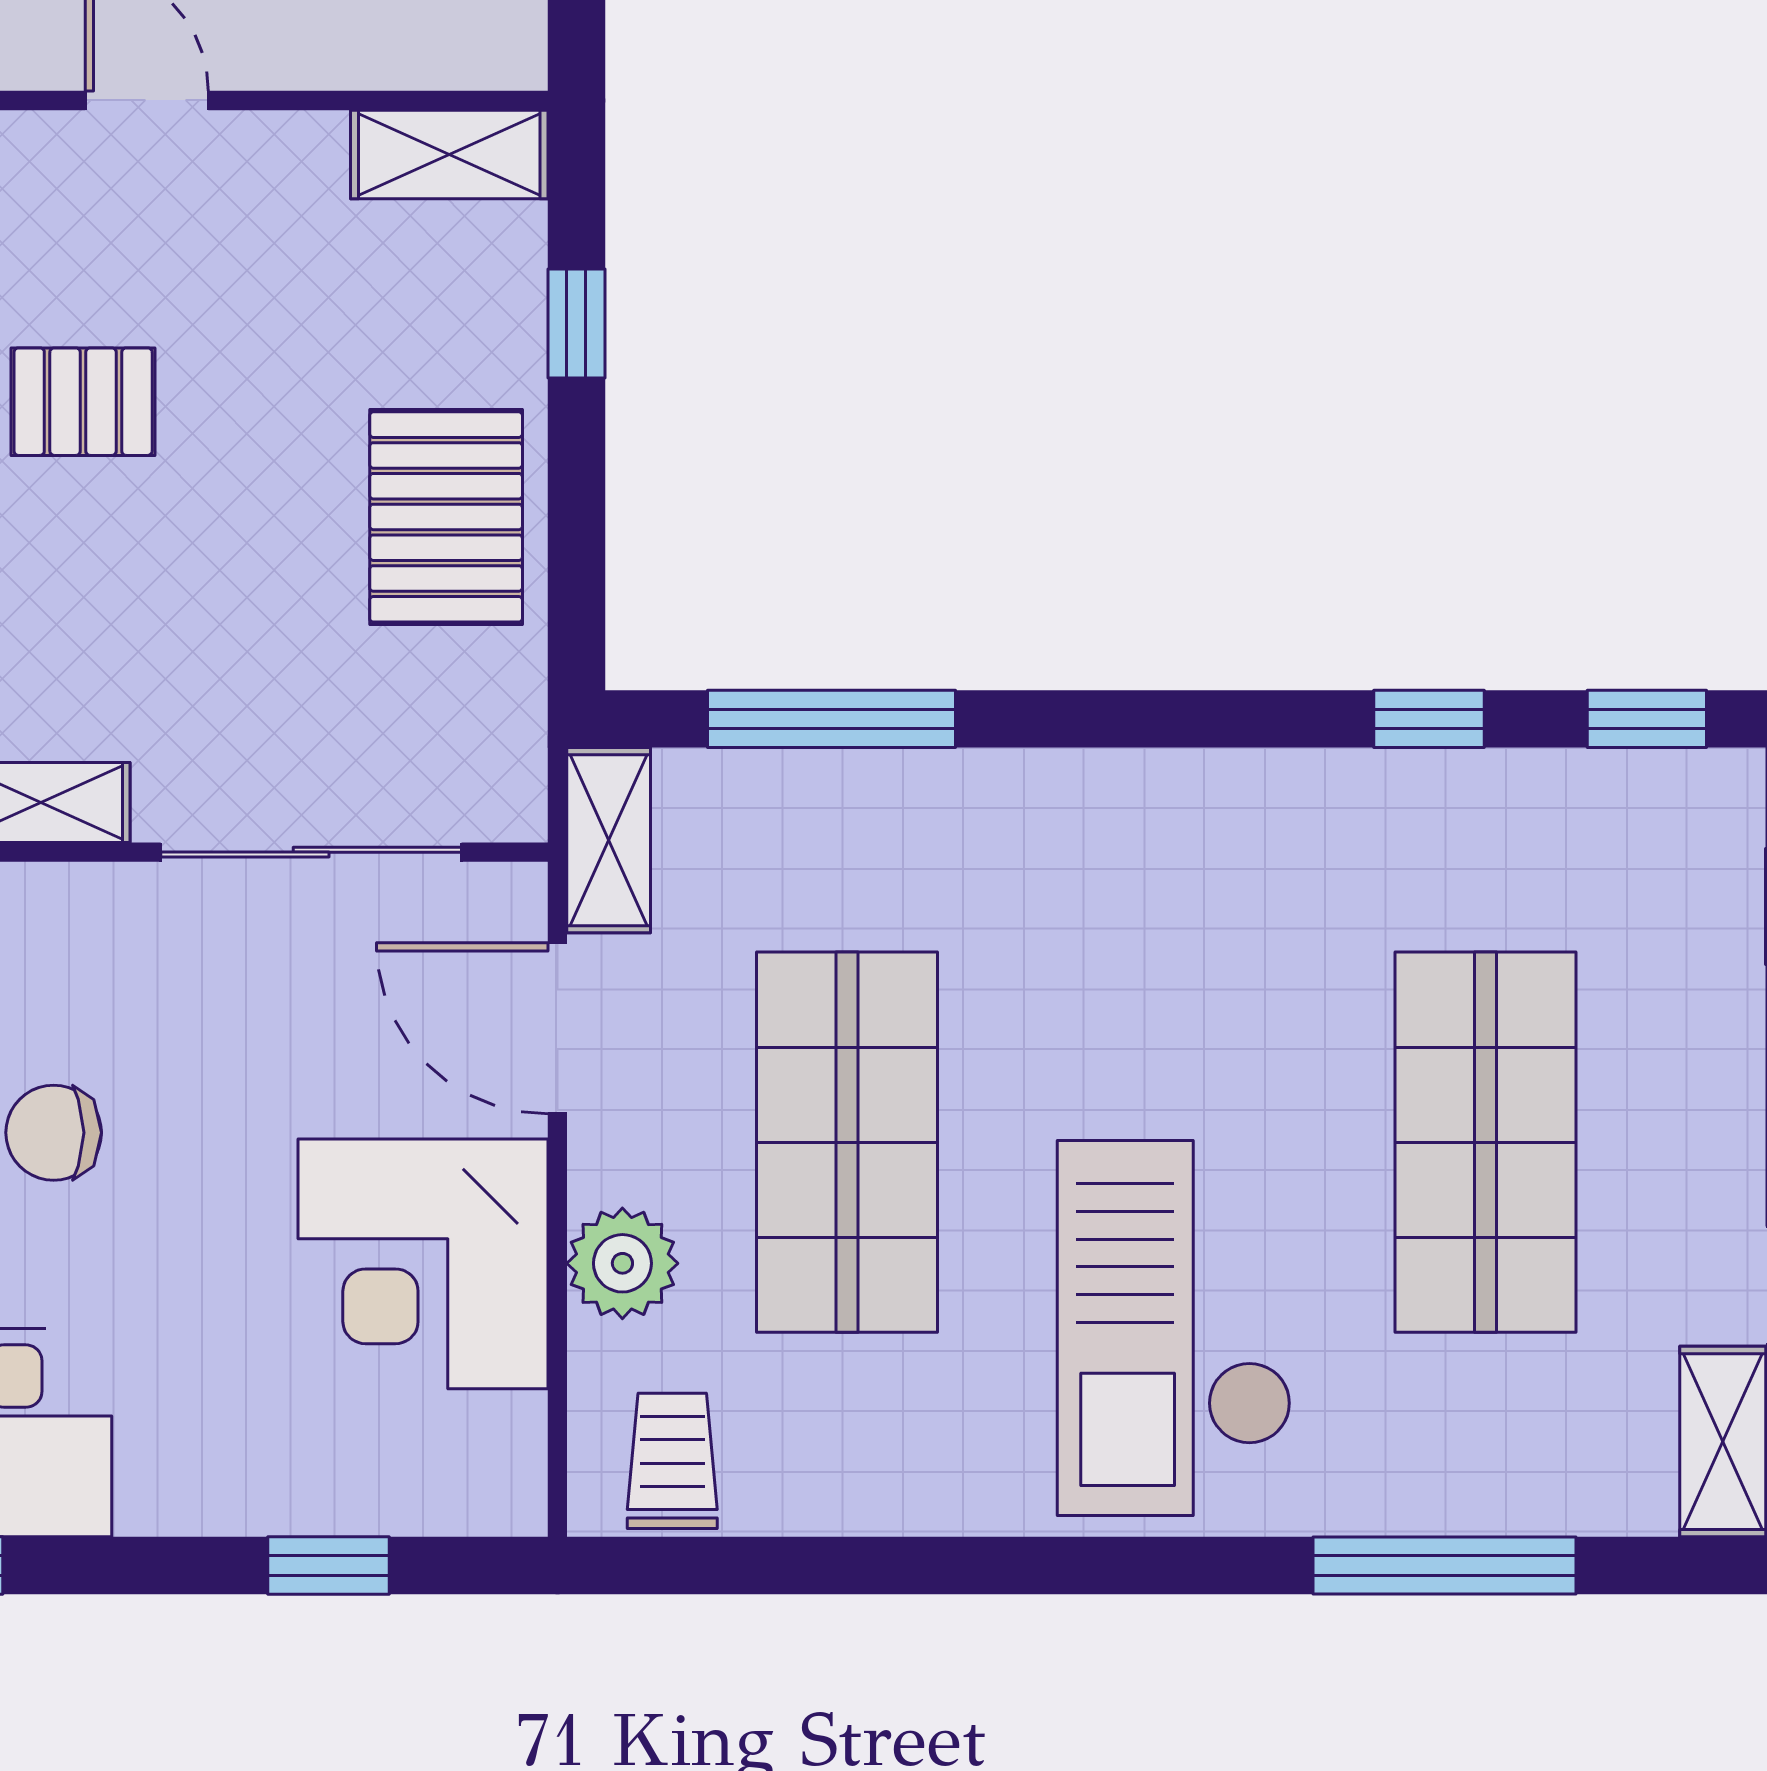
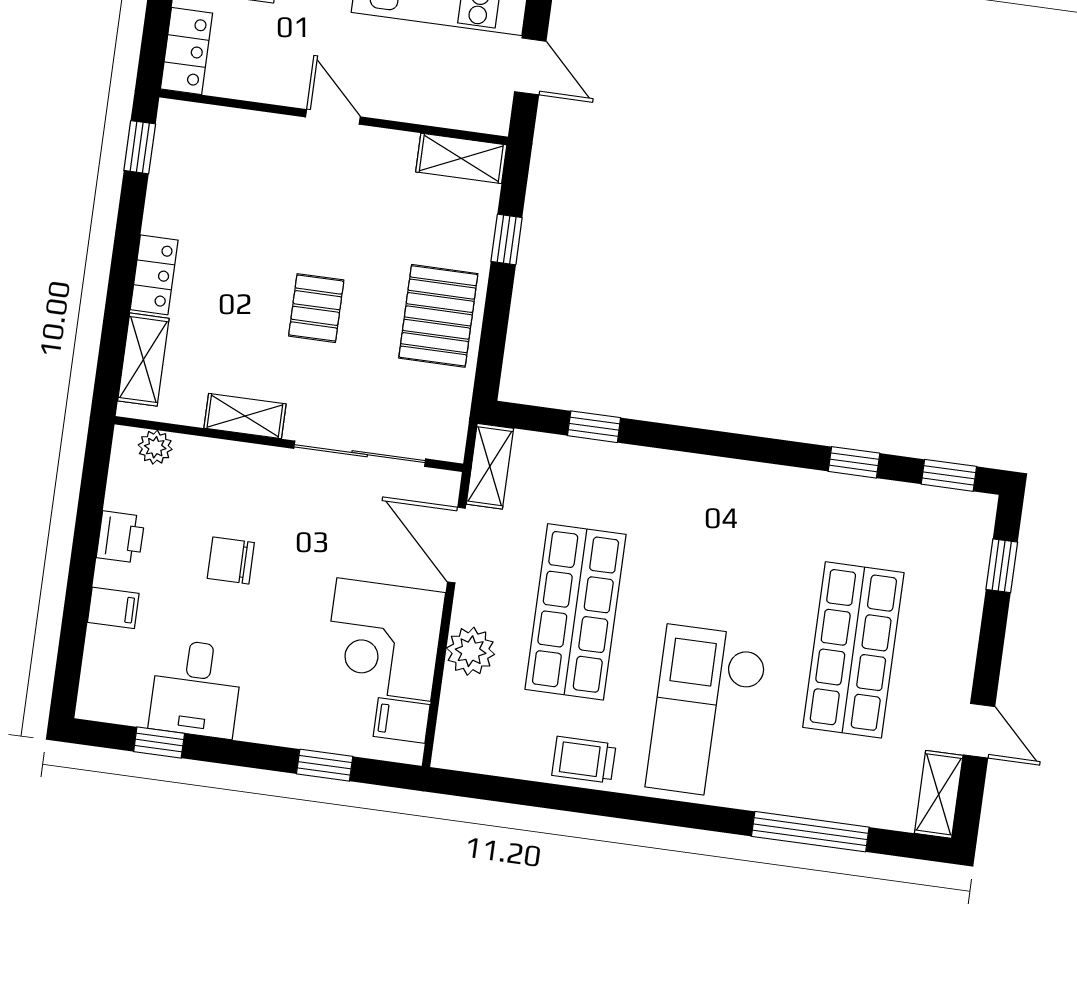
pallet: (83, 402) -> (316, 308), moved, turned 90
window: (832, 719) -> (594, 427), width x0.46
filing cabinet: (488, 1441) -> (402, 721), added
trolley: (672, 1461) -> (584, 760), moved, turned -90

